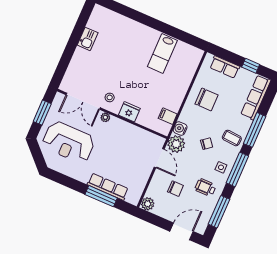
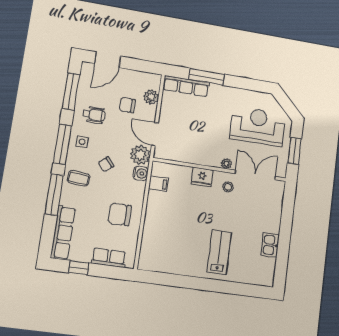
lab bench: (162, 54) -> (219, 252), moved
row of seats: (108, 187) -> (186, 86), moved
plant: (148, 204) -> (151, 97), moved

